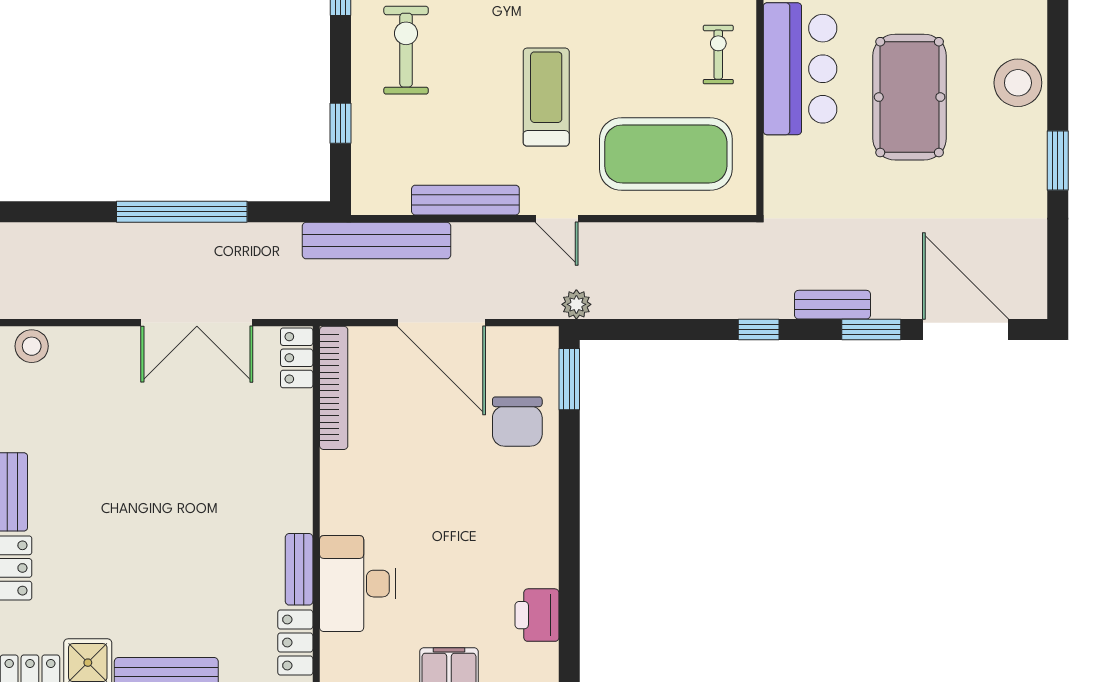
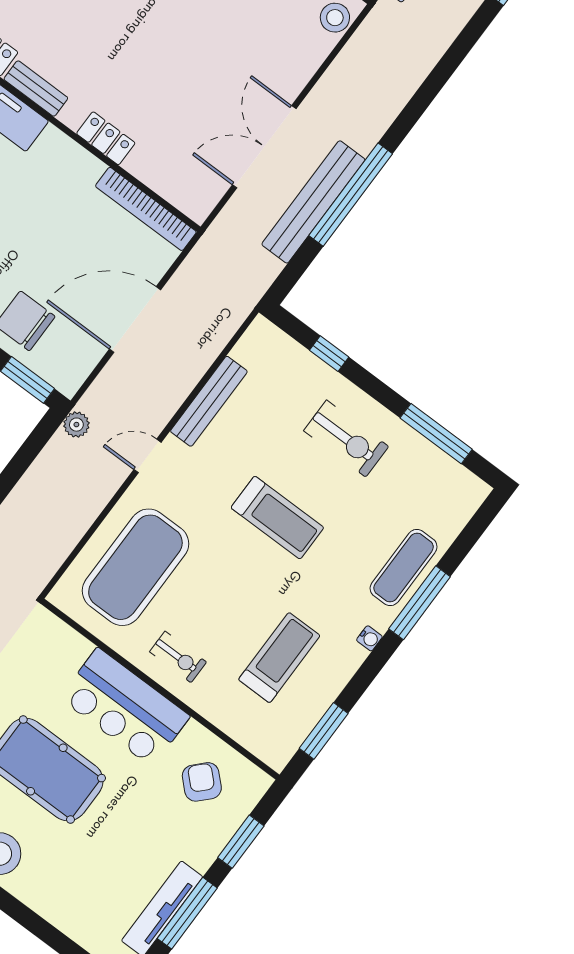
treadmill: (546, 97) -> (277, 518), moved
bench: (376, 241) -> (313, 202), moved
locker: (297, 358) -> (106, 138), moved

